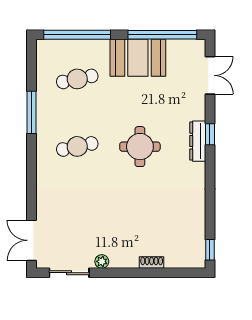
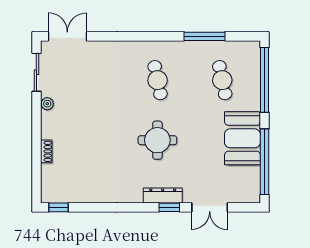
double door: (210, 75) -> (210, 207), moved
window: (32, 112) -> (204, 36), moved

